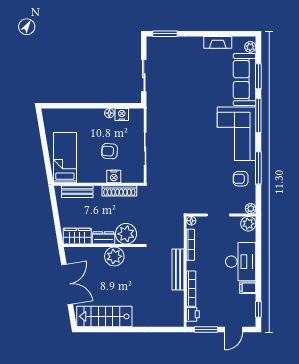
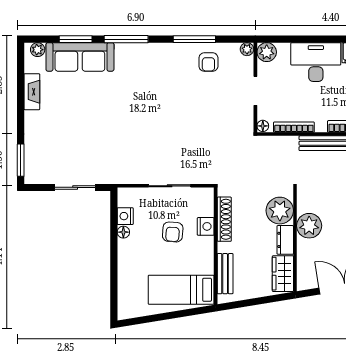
corner sofa: (236, 134) -> (150, 67), removed

